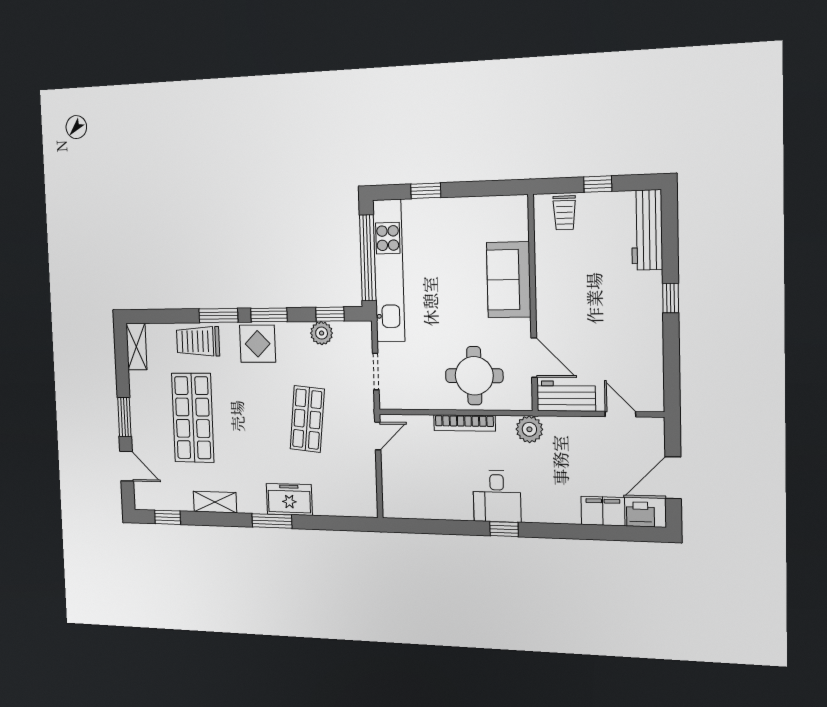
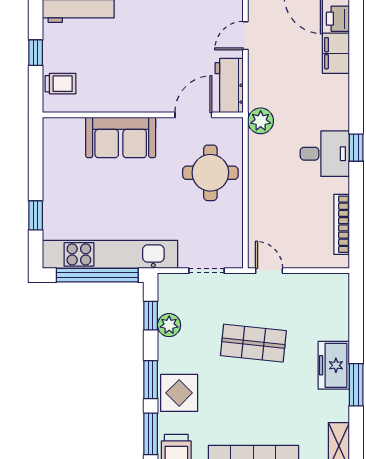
bookcase: (464, 423) -> (342, 224), moved, turned 180

